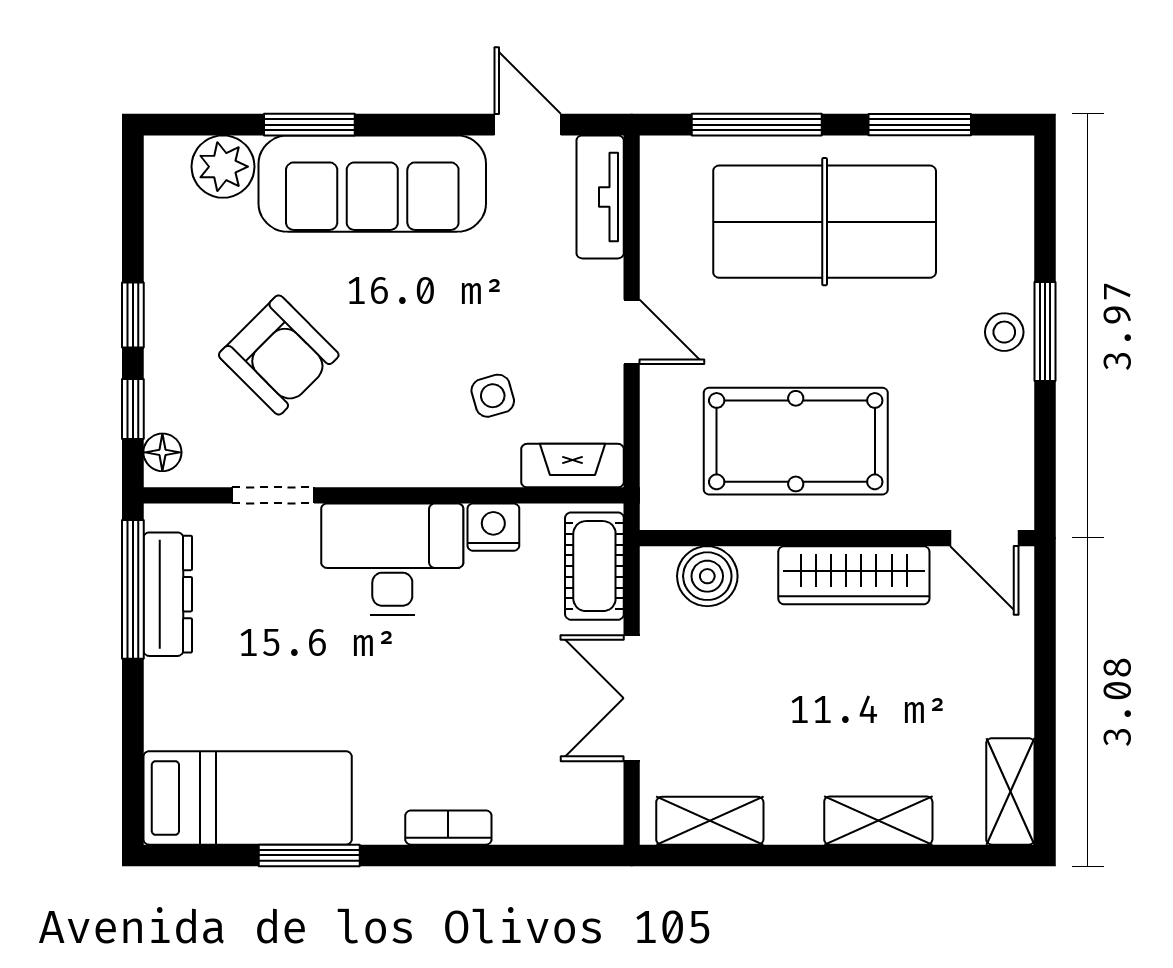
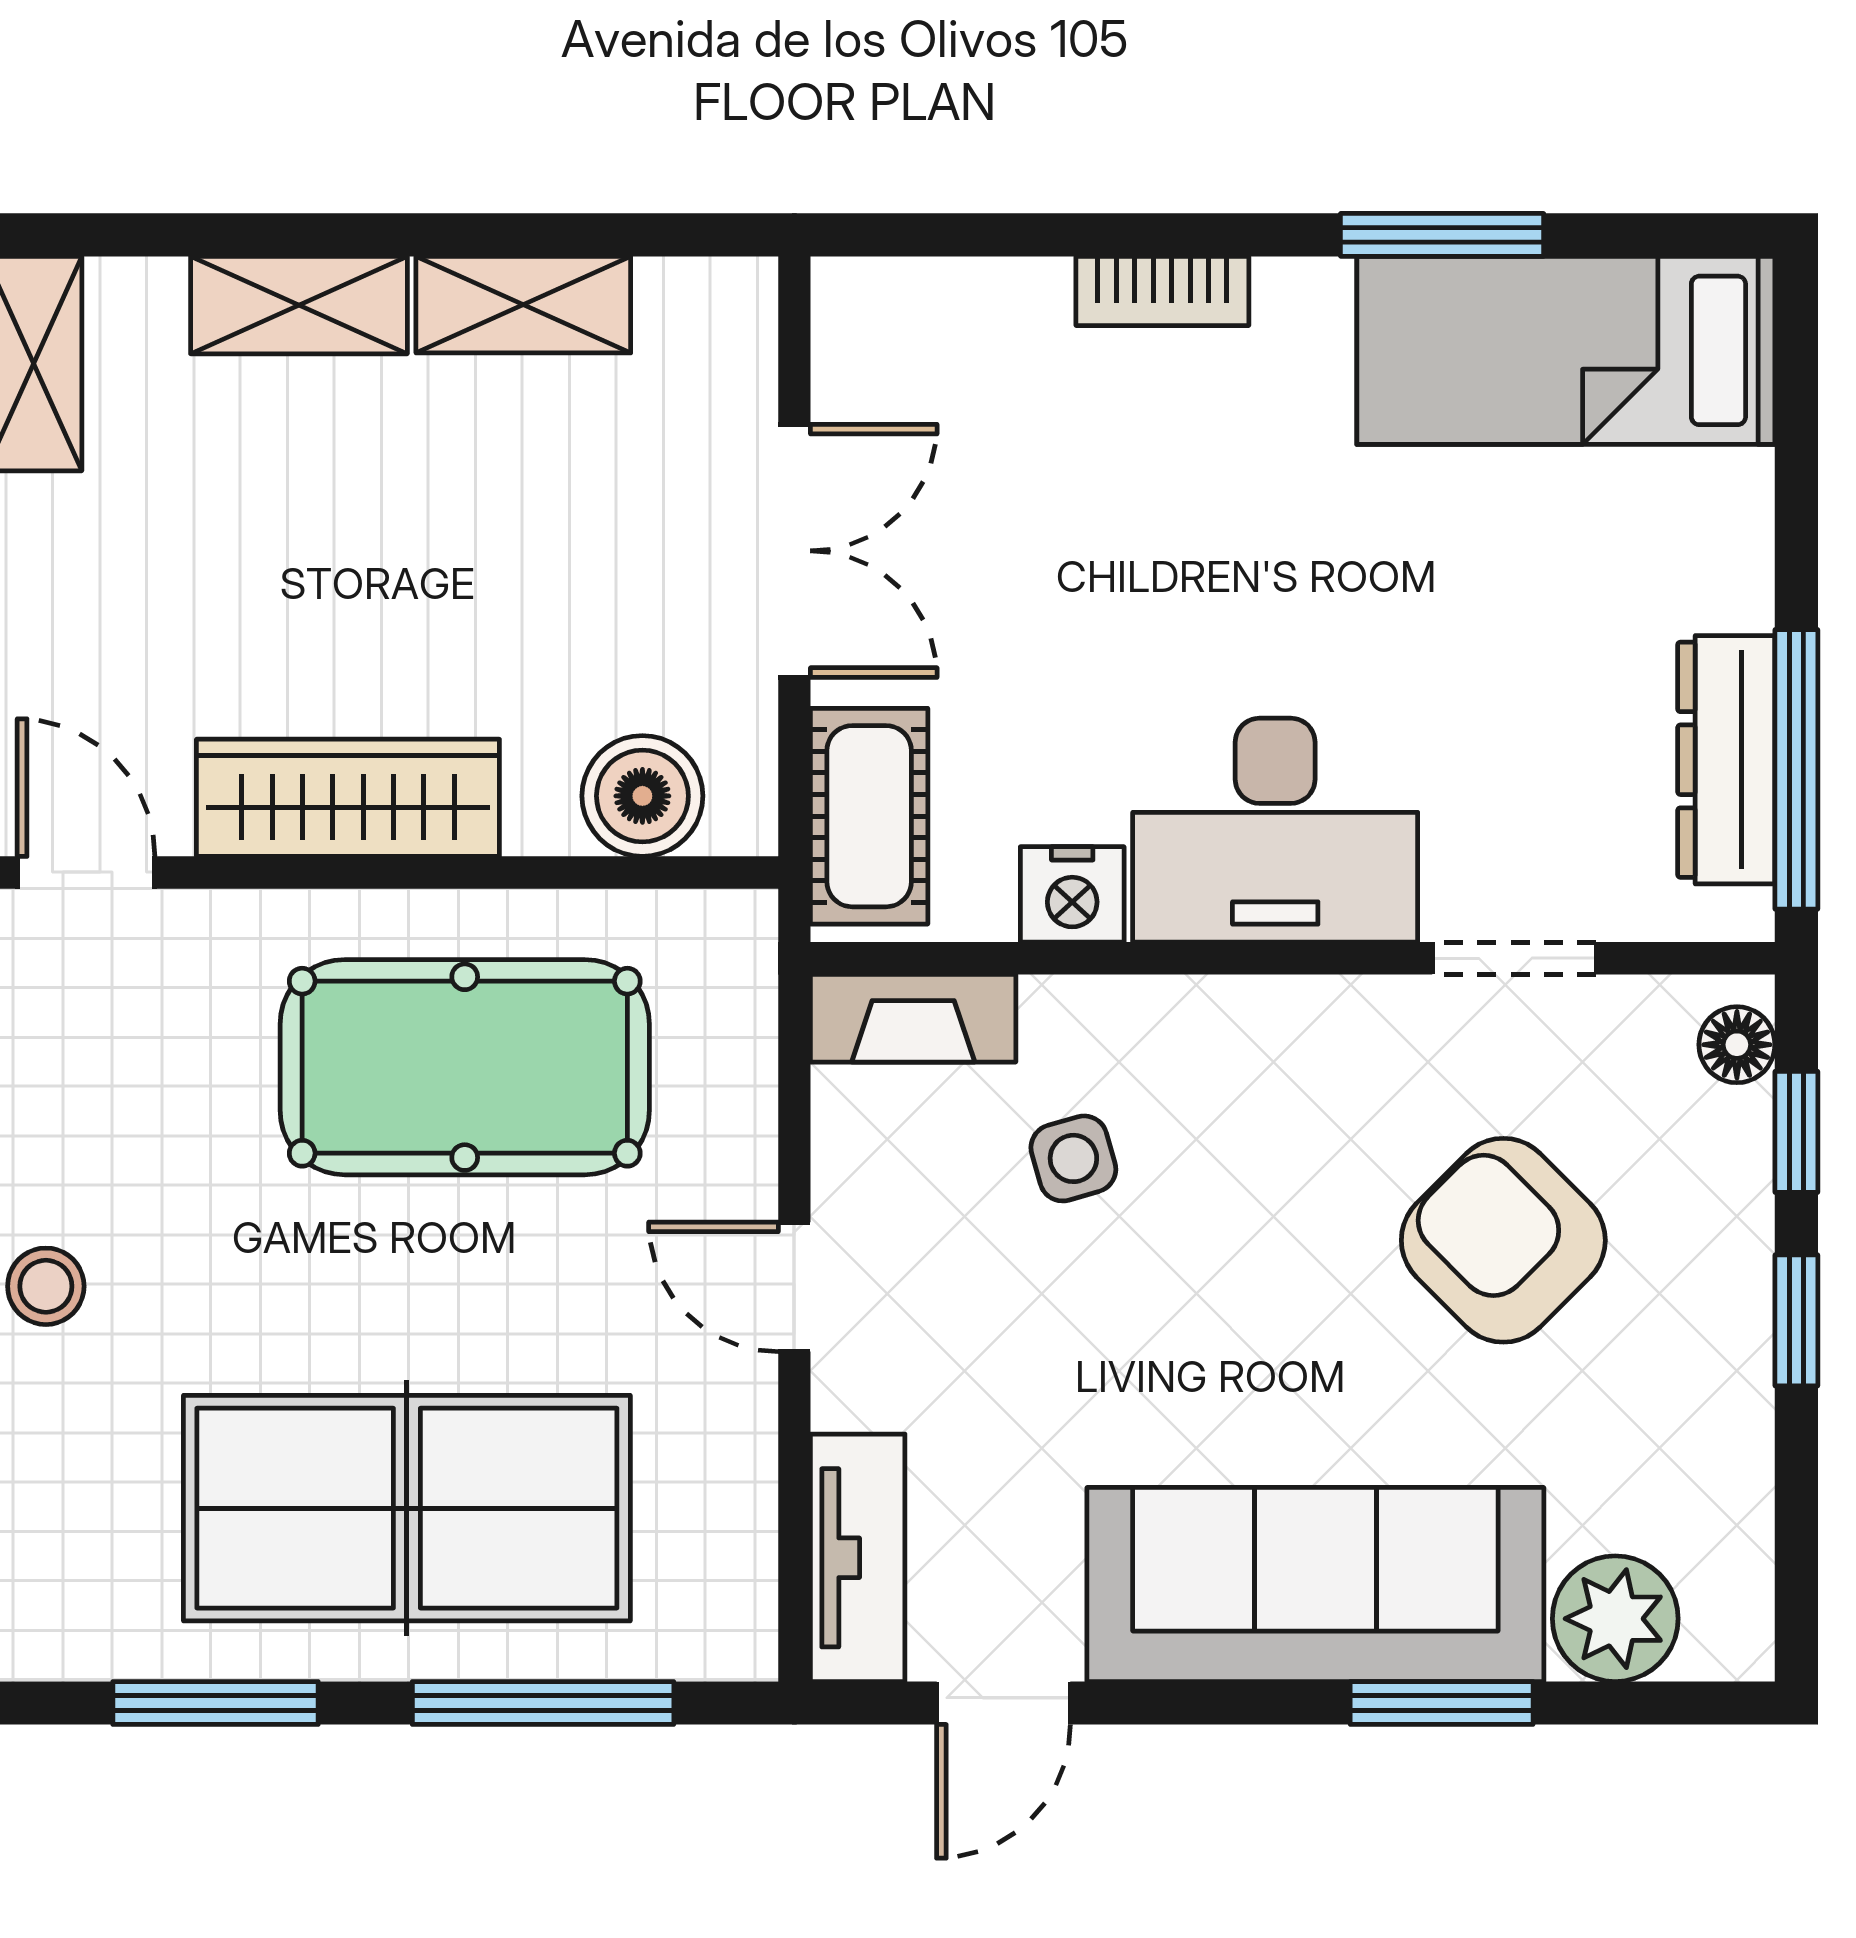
door: (528, 125) -> (1003, 1703), hinge flipped
shelving: (710, 821) -> (523, 305), moved

